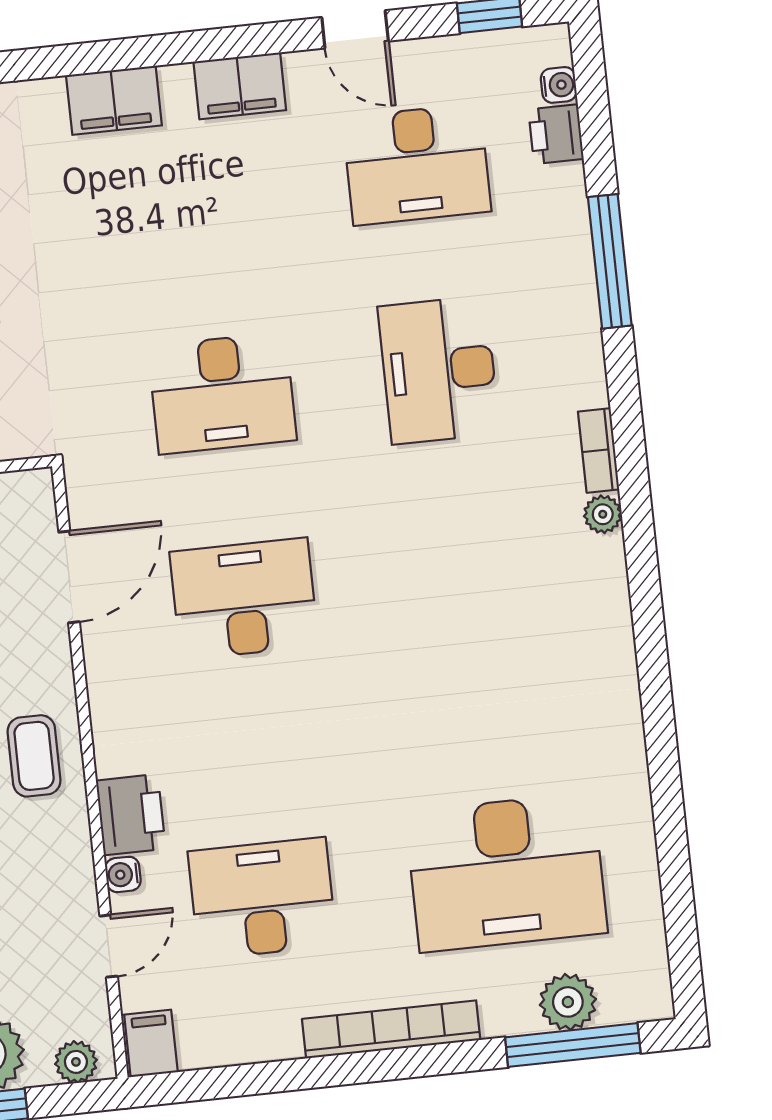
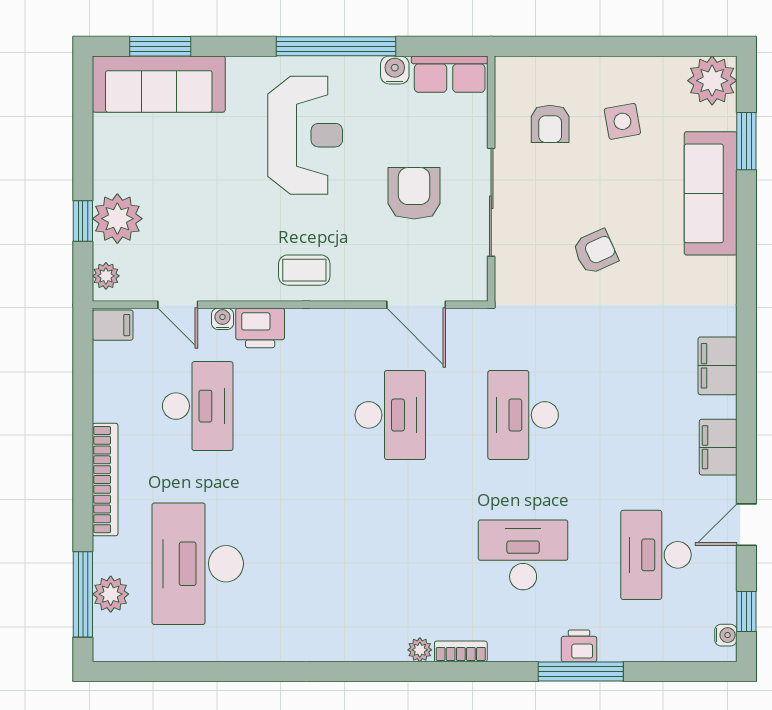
water cooler: (559, 85) -> (726, 635), moved, turned -90
printer: (556, 134) -> (579, 646), moved

